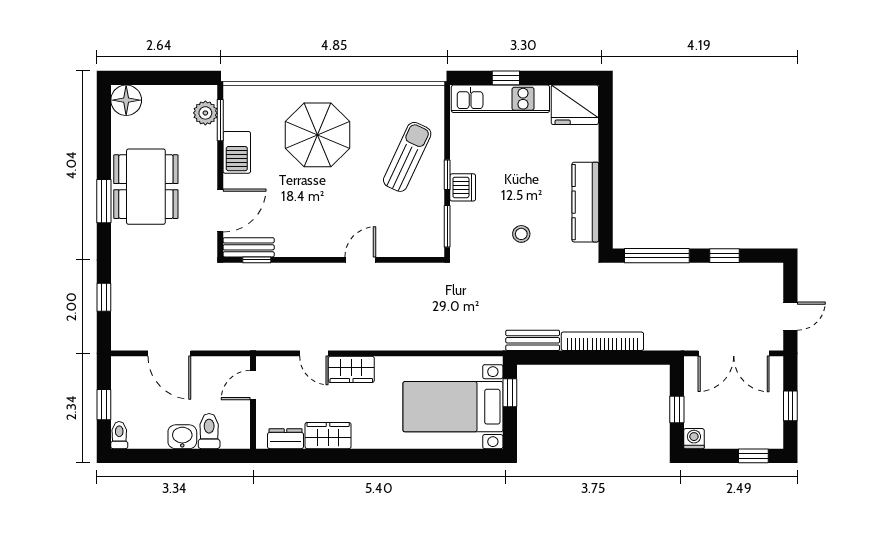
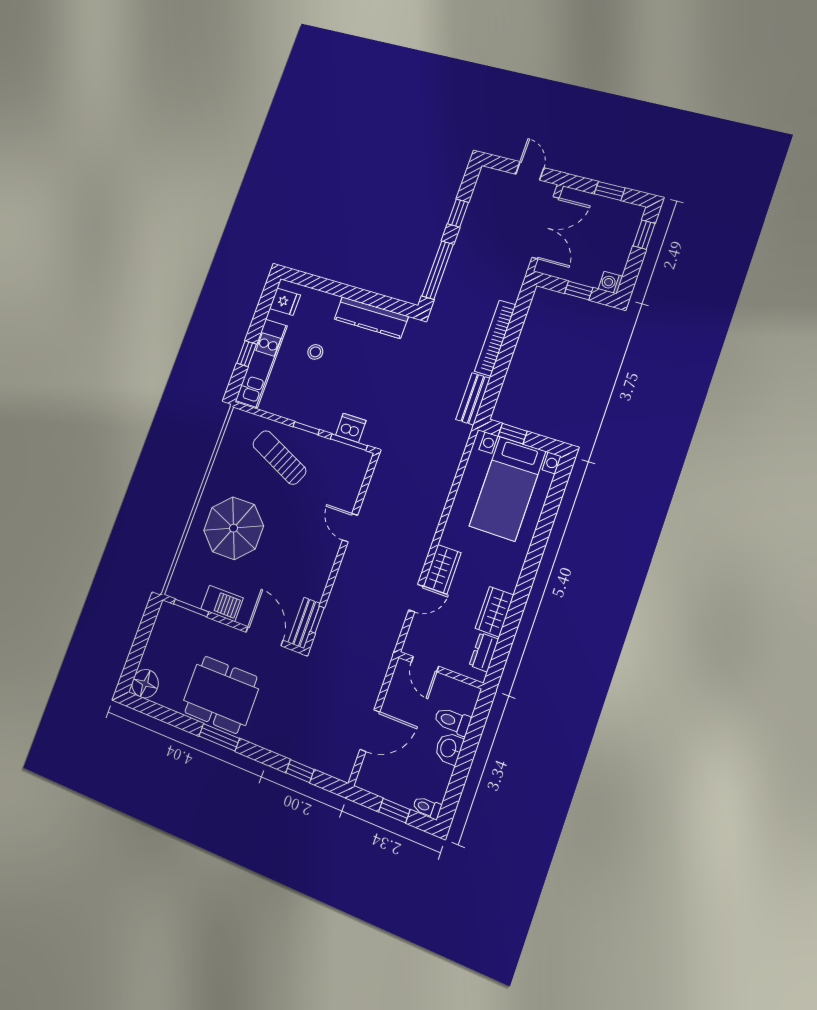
fridge: (575, 105) -> (285, 302), width x0.53, depth x0.75
plant: (205, 113) -> (181, 619), removed
dishwasher: (463, 187) -> (351, 428), moved
stool: (521, 234) -> (315, 352), moved

